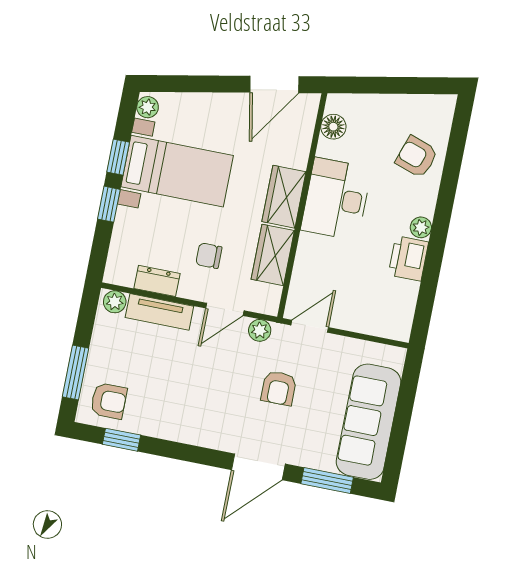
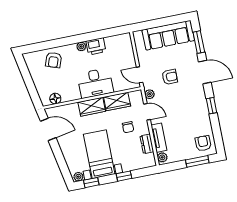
window: (118, 157) -> (91, 183), moved
desk: (336, 199) -> (95, 83), moved
window: (122, 440) -> (211, 106), moved

